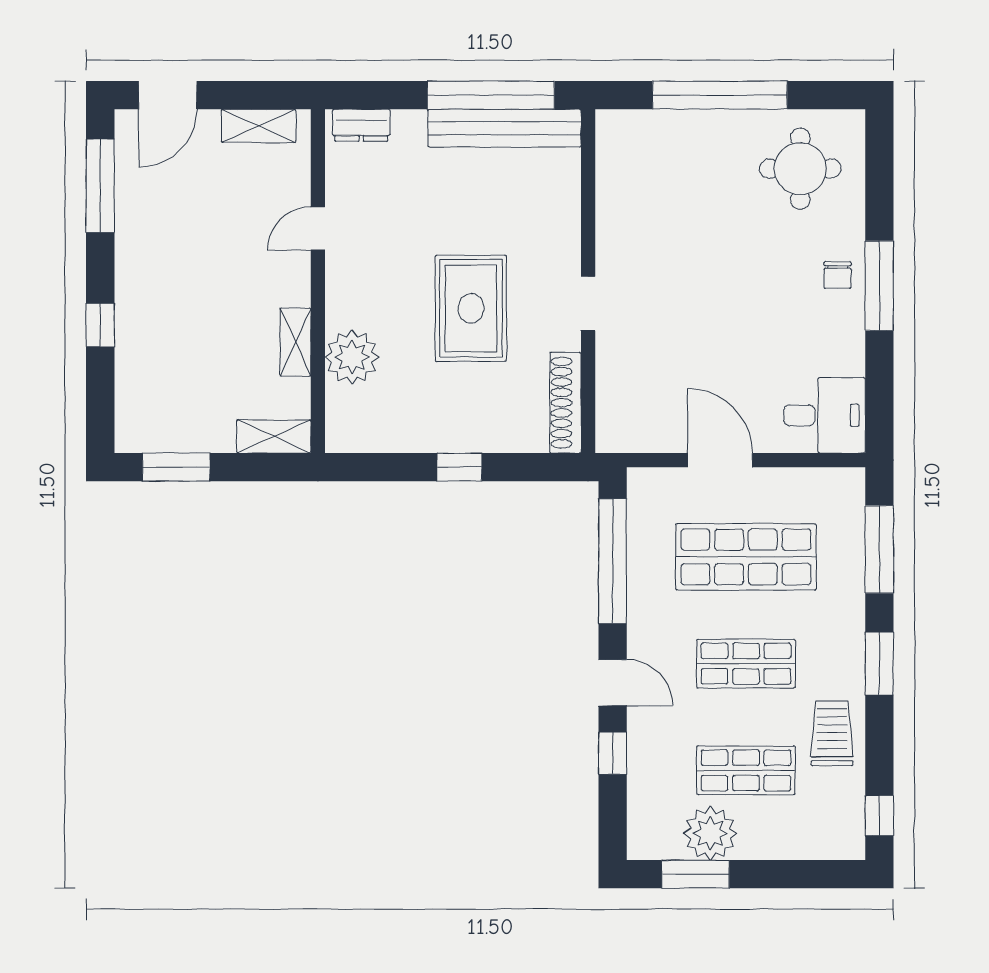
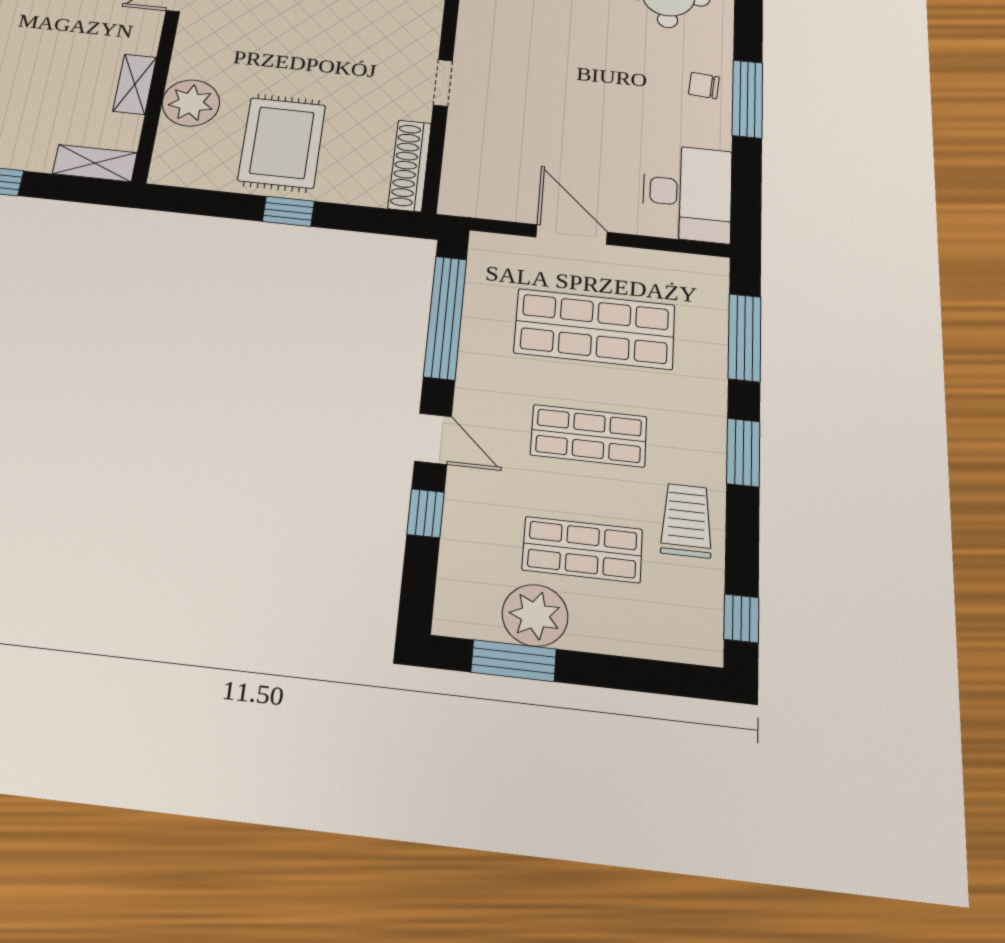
chair: (838, 275) -> (704, 85), turned 95
rug: (471, 308) -> (282, 143), moved
desk: (825, 415) -> (687, 193), width x1.37

